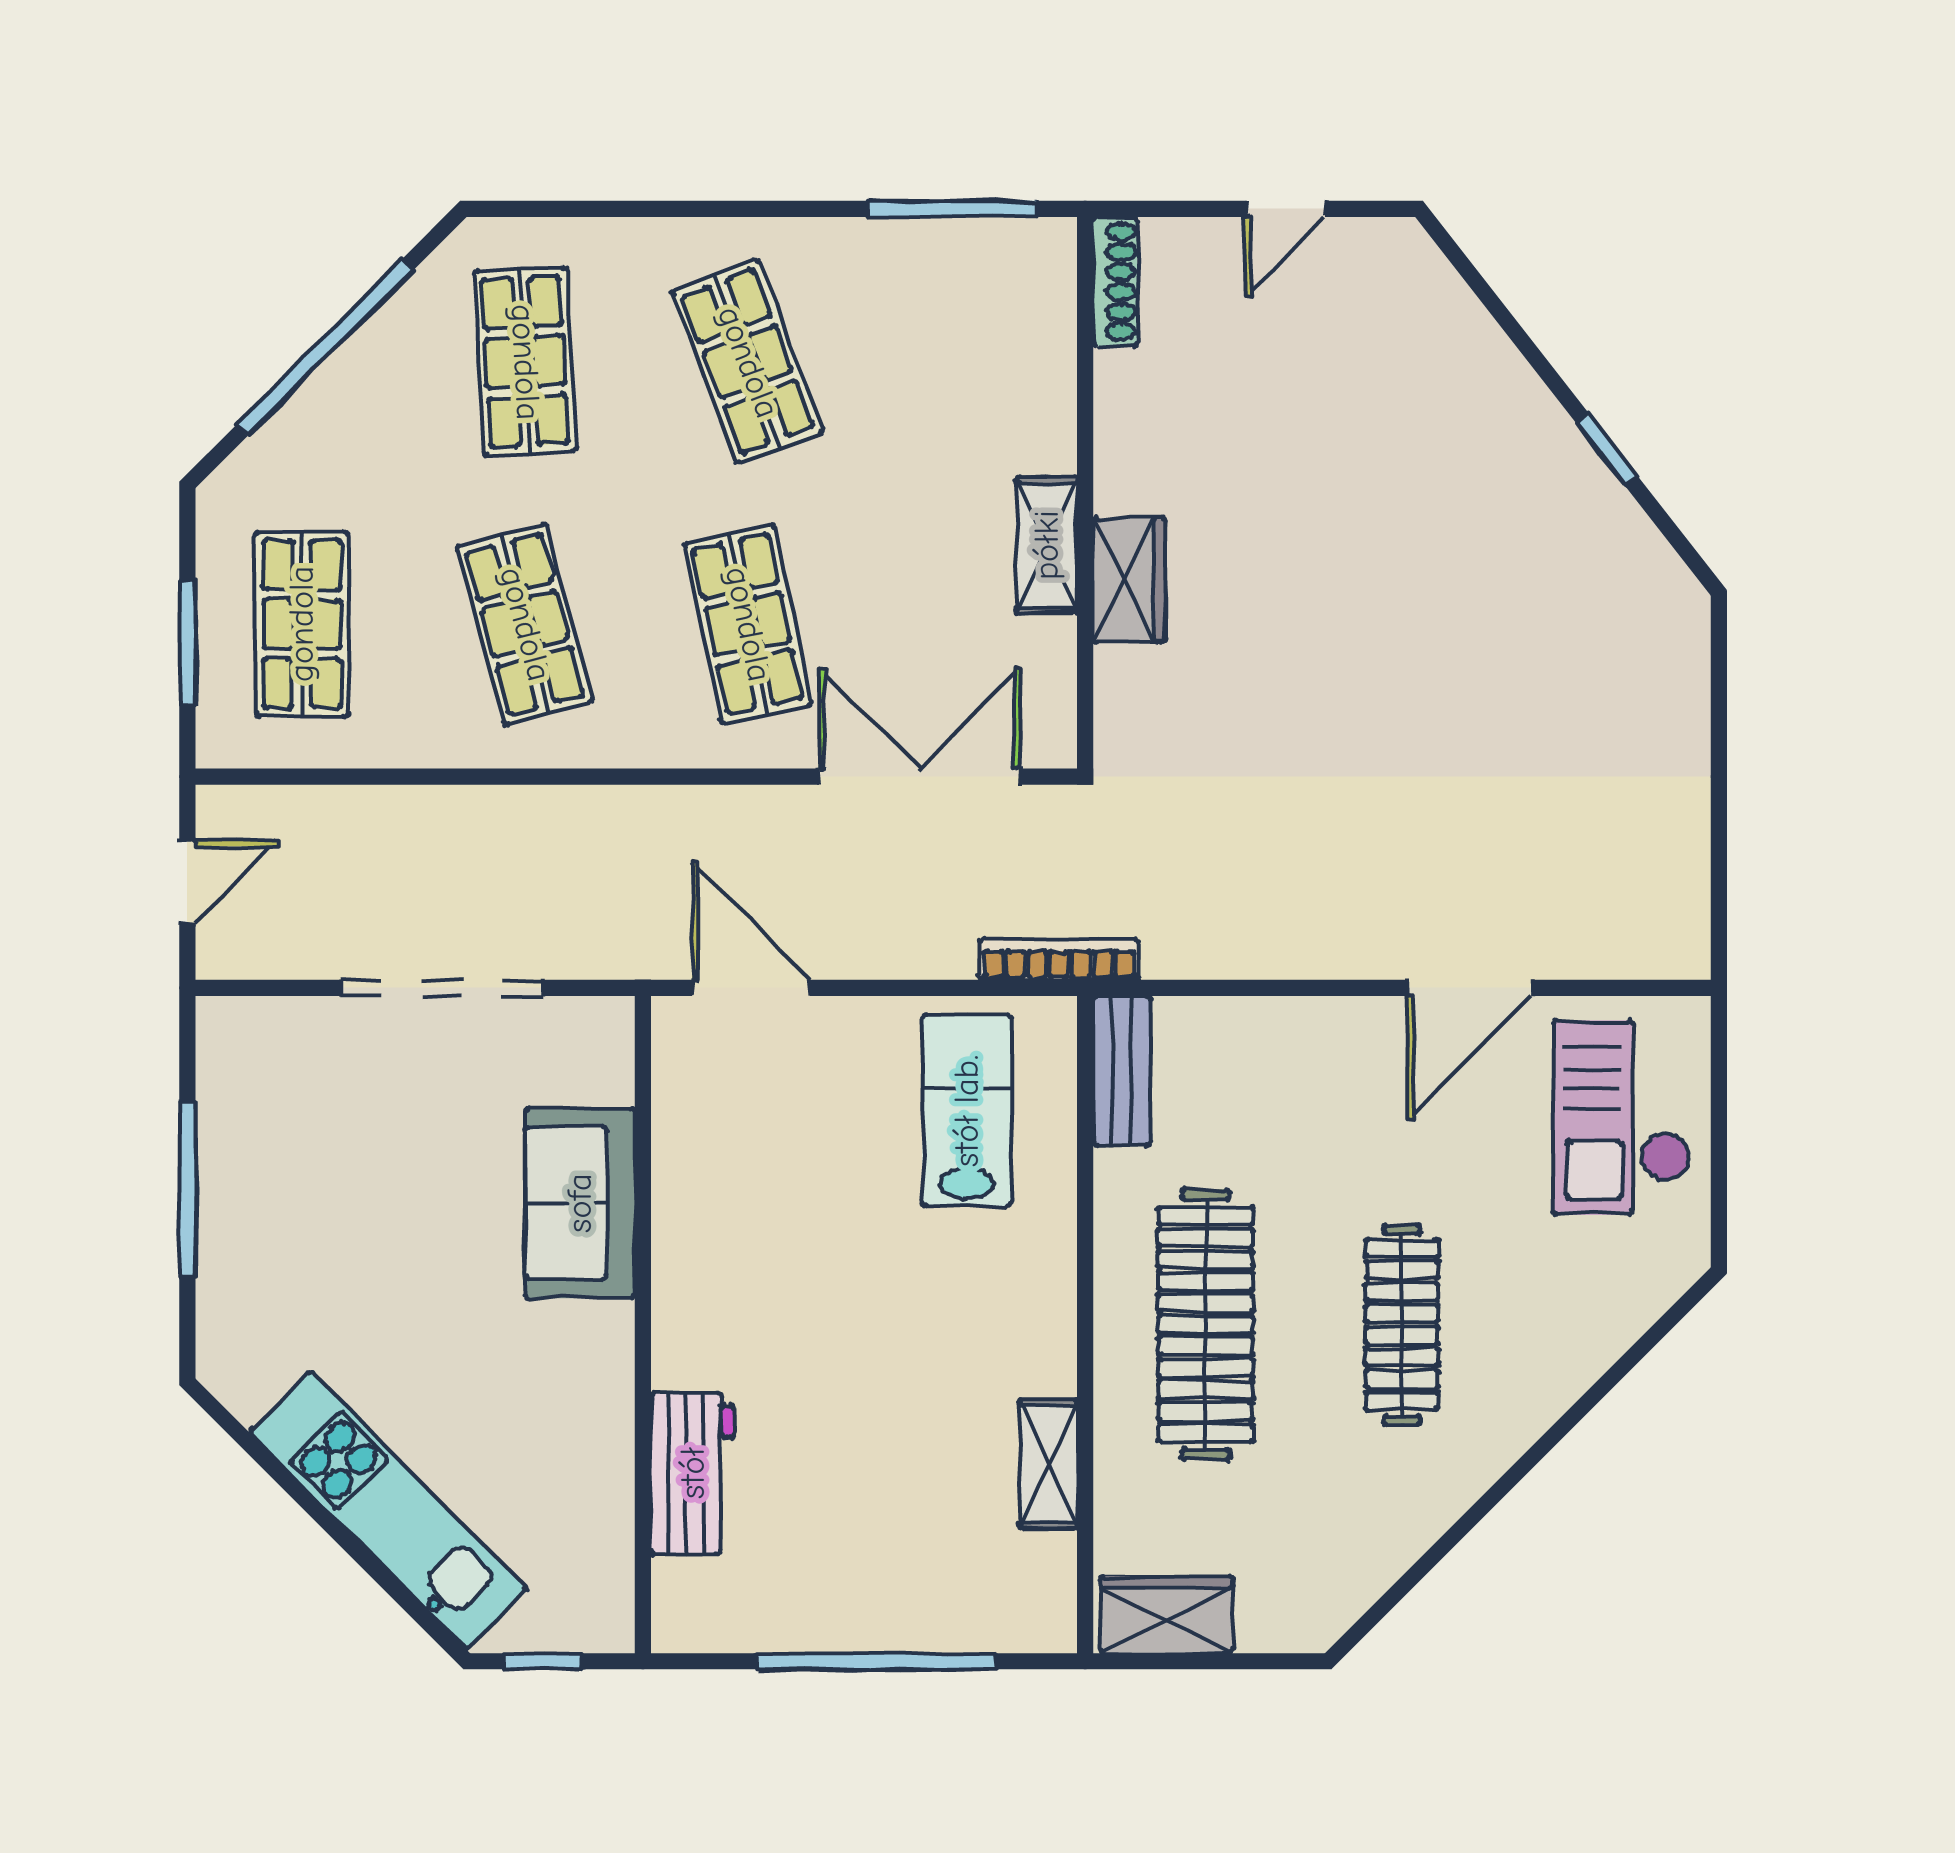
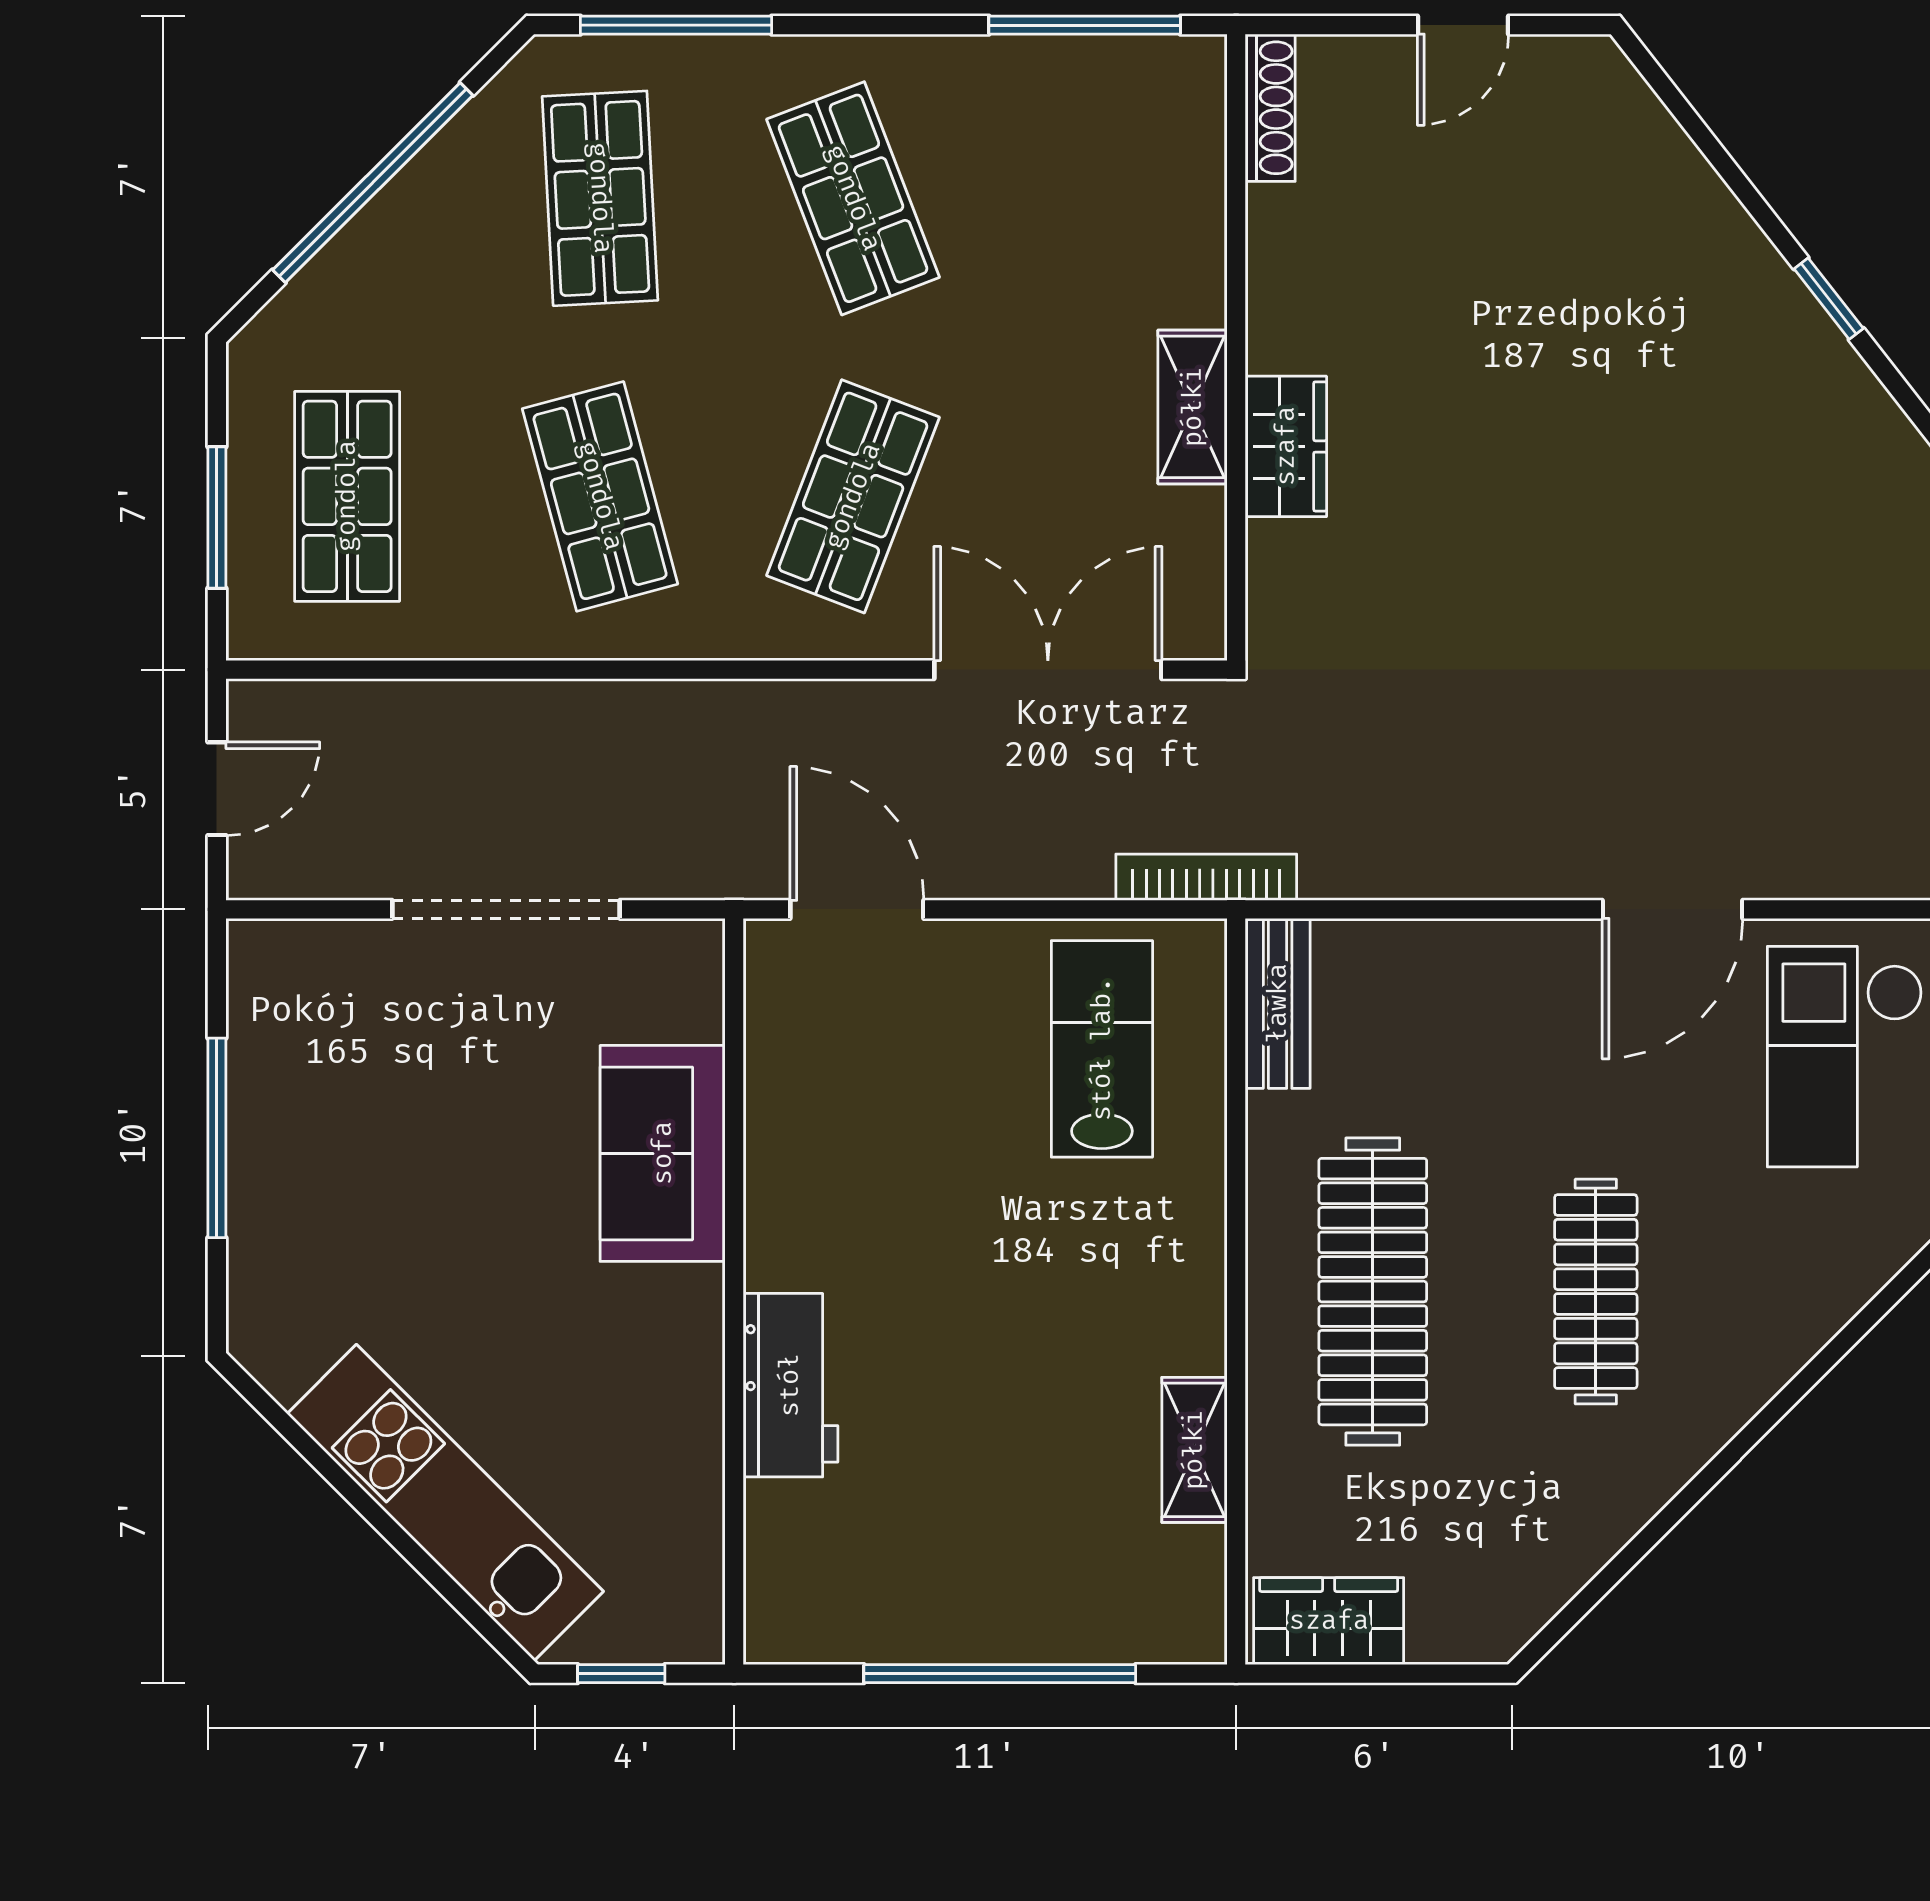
window: (592, 209) -> (676, 25), added
shop shelf: (748, 624) -> (853, 496), turned 33
workbench: (693, 1473) -> (790, 1385), moved

